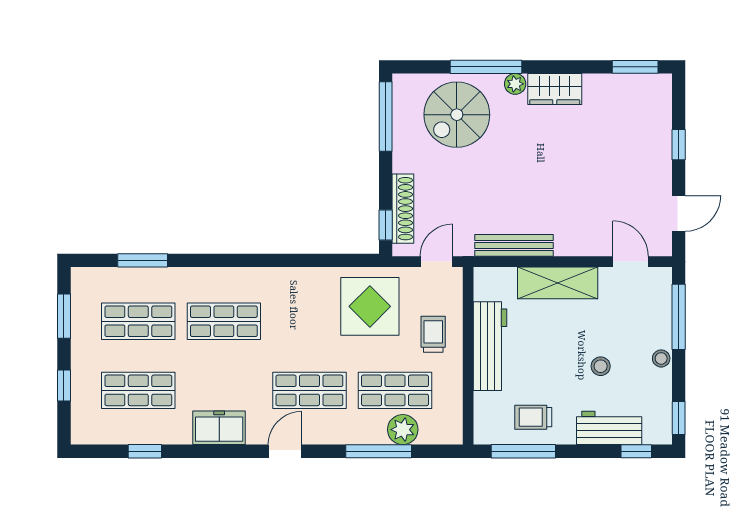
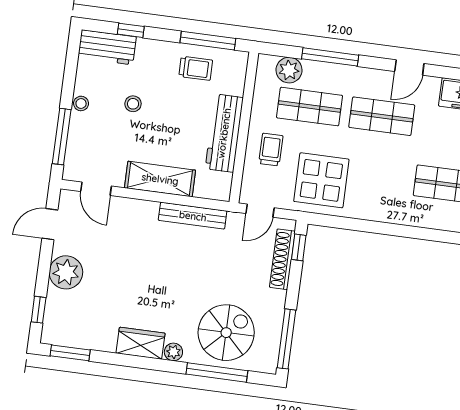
window: (486, 67) -> (217, 372), moved
window: (679, 145) -> (39, 310), moved
plant: (652, 160) -> (66, 272), added
trolley: (433, 334) -> (271, 150), turned 180
window: (679, 418) -> (73, 51), removed
workbench: (609, 428) -> (107, 47), moved
plant: (403, 430) -> (289, 70), moved
window: (636, 451) -> (131, 30), moved

